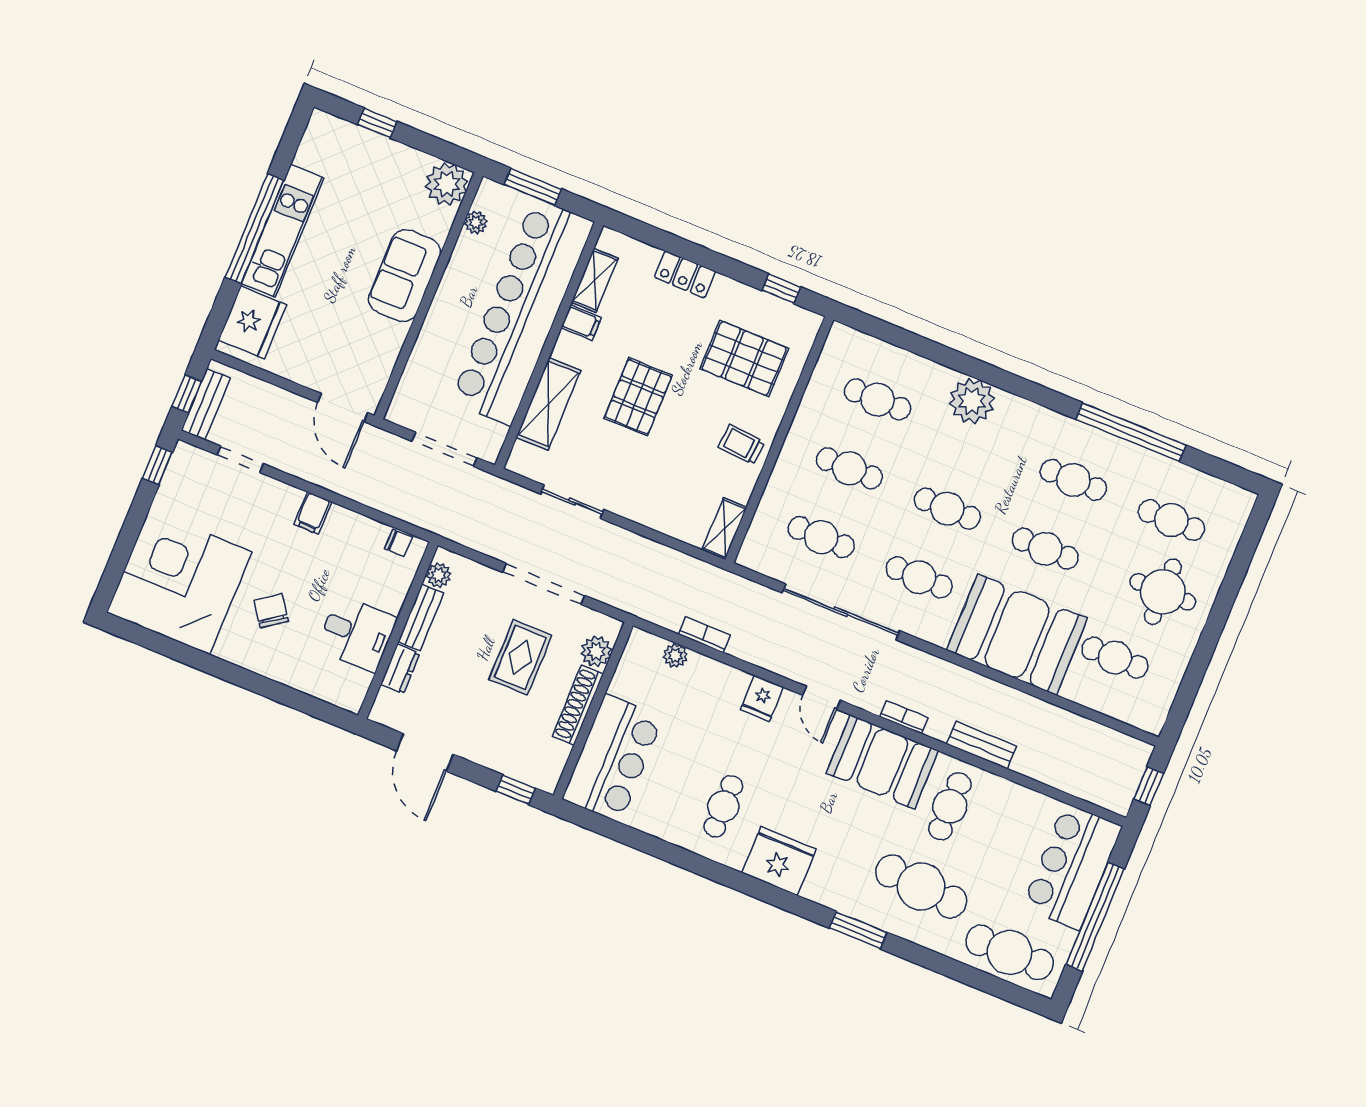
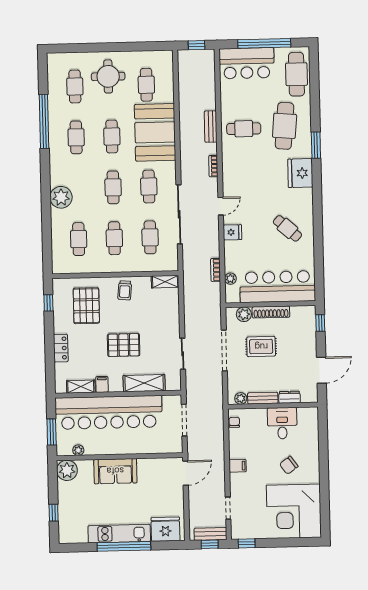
bar counter: (613, 758) -> (278, 287), width x1.36
booth: (882, 762) -> (237, 167), removed
cafe table: (723, 806) -> (287, 228), turned 42
fridge: (779, 861) -> (300, 173), moved

